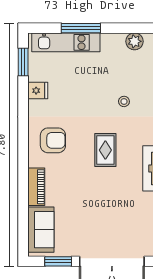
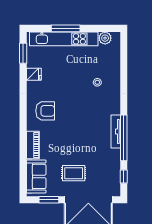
kitchen unit: (66, 42) -> (64, 39), width x1.36
rug: (105, 150) -> (74, 173), moved, turned 90

